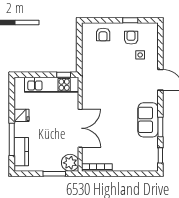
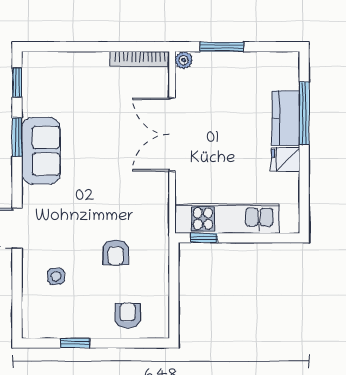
armchair: (131, 38) -> (116, 252), moved
kitchen counter: (21, 152) -> (286, 118), moved
plant: (70, 163) -> (184, 60), width x0.53, depth x0.53

